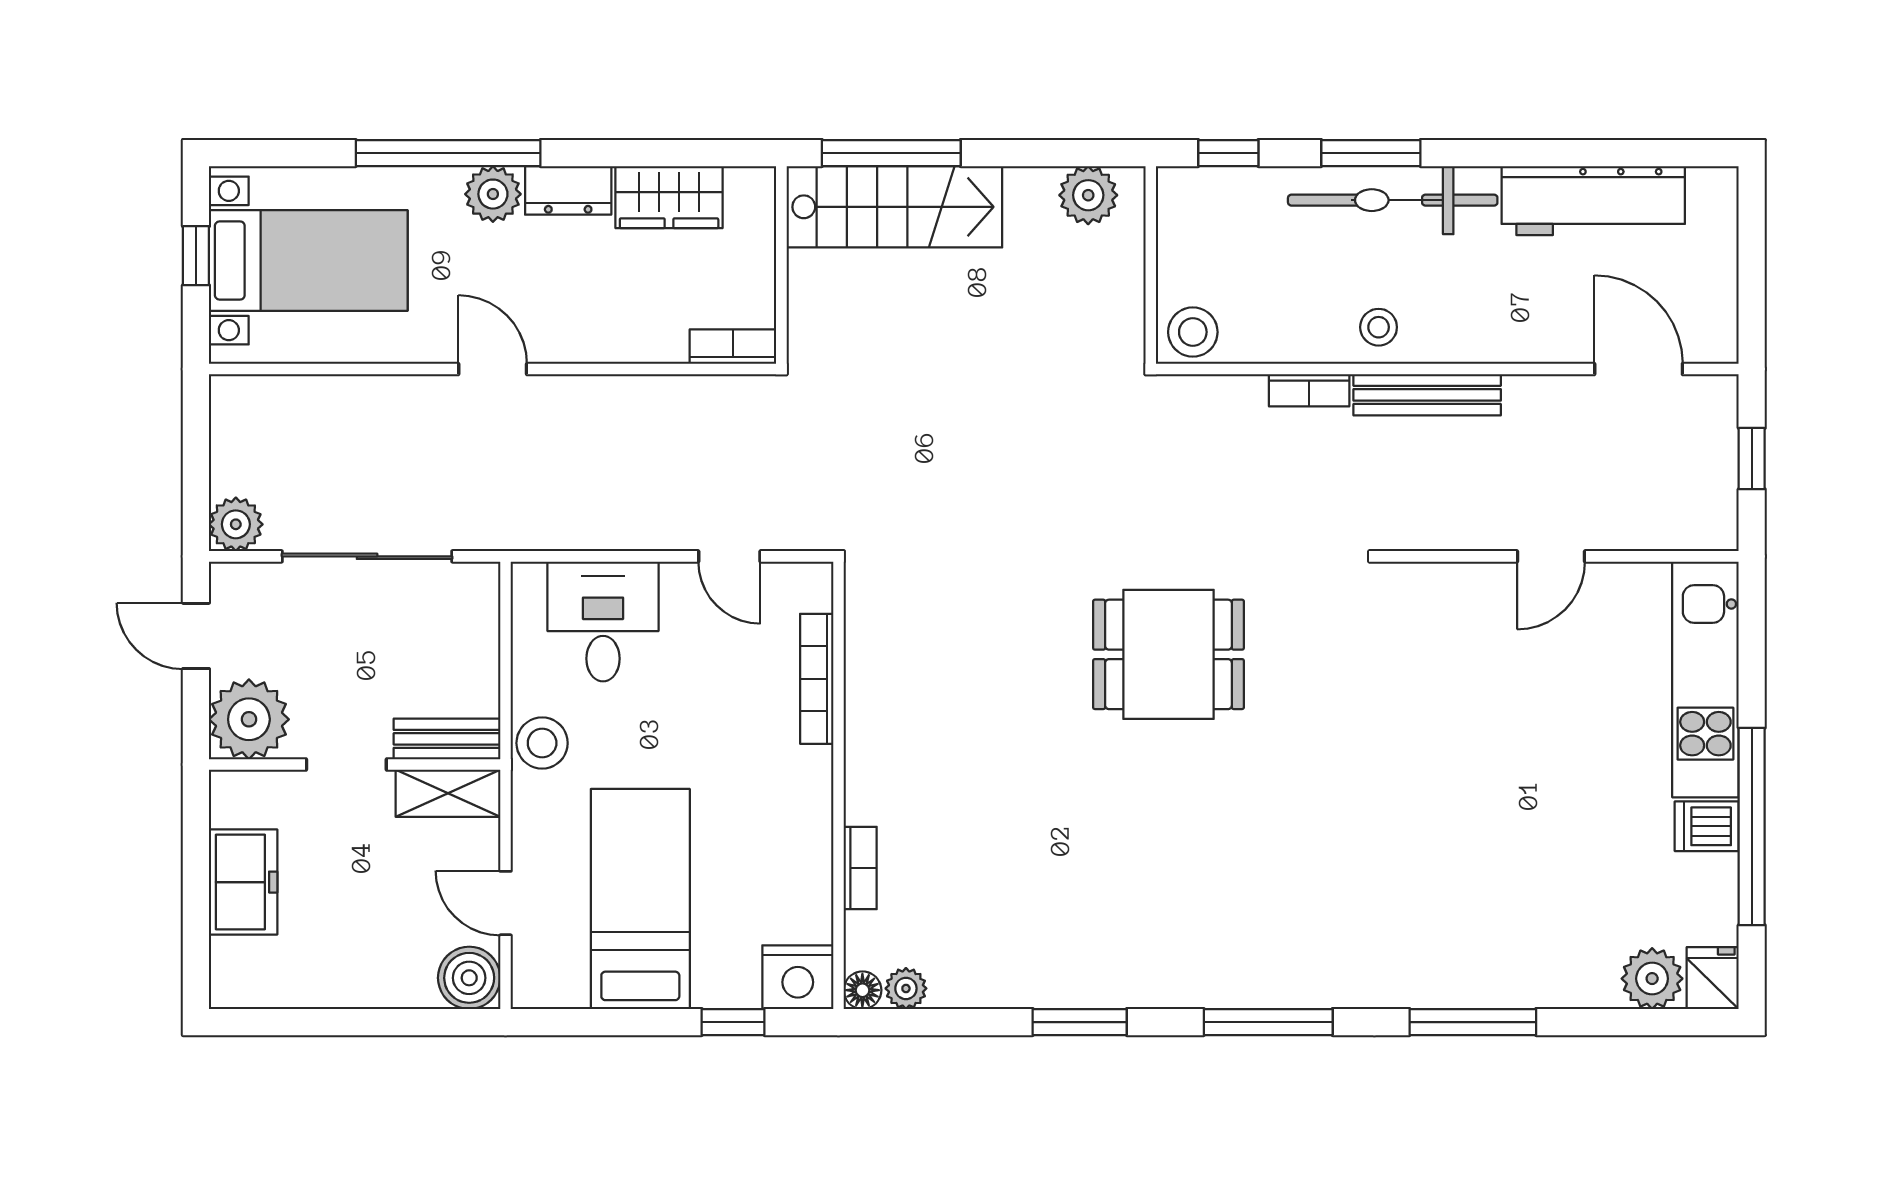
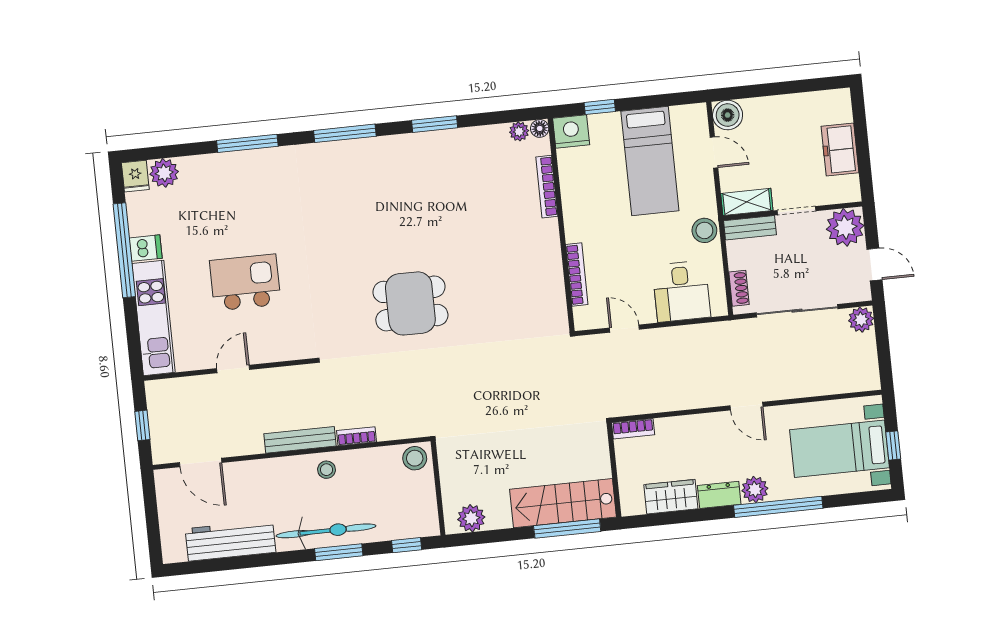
shoe rack: (483, 616) -> (739, 288), added
kitchen island: (1507, 734) -> (245, 282), added
bookcase: (860, 868) -> (547, 187), width x1.56

